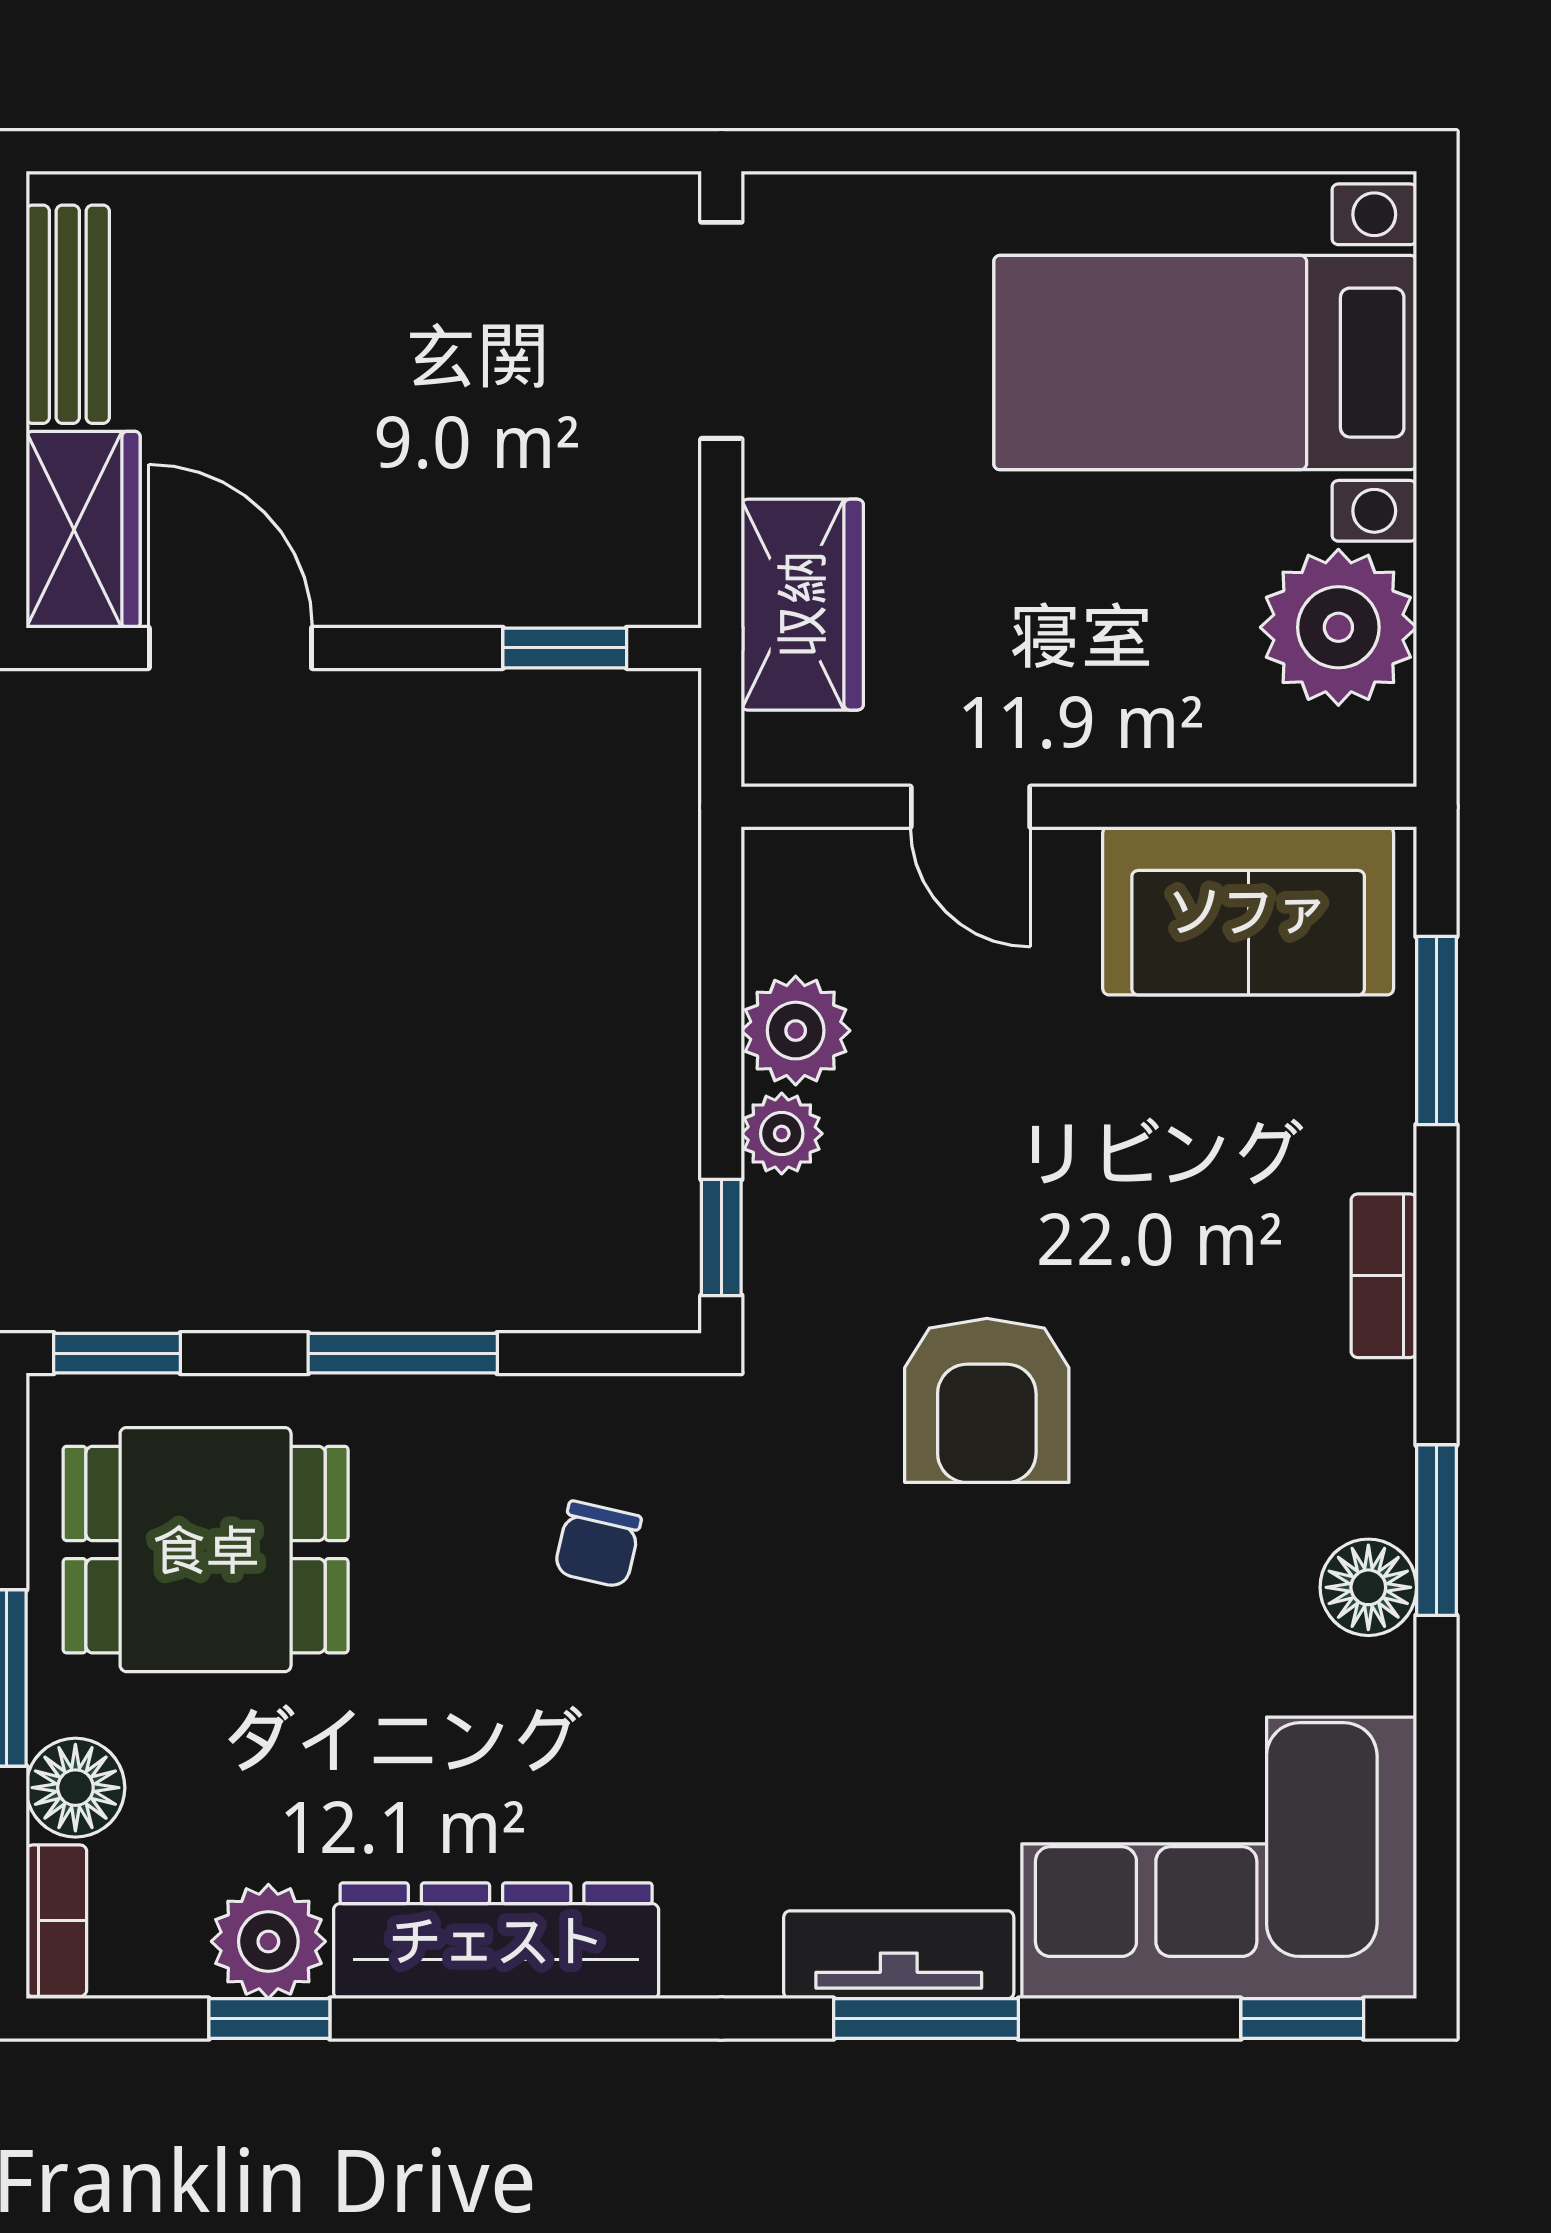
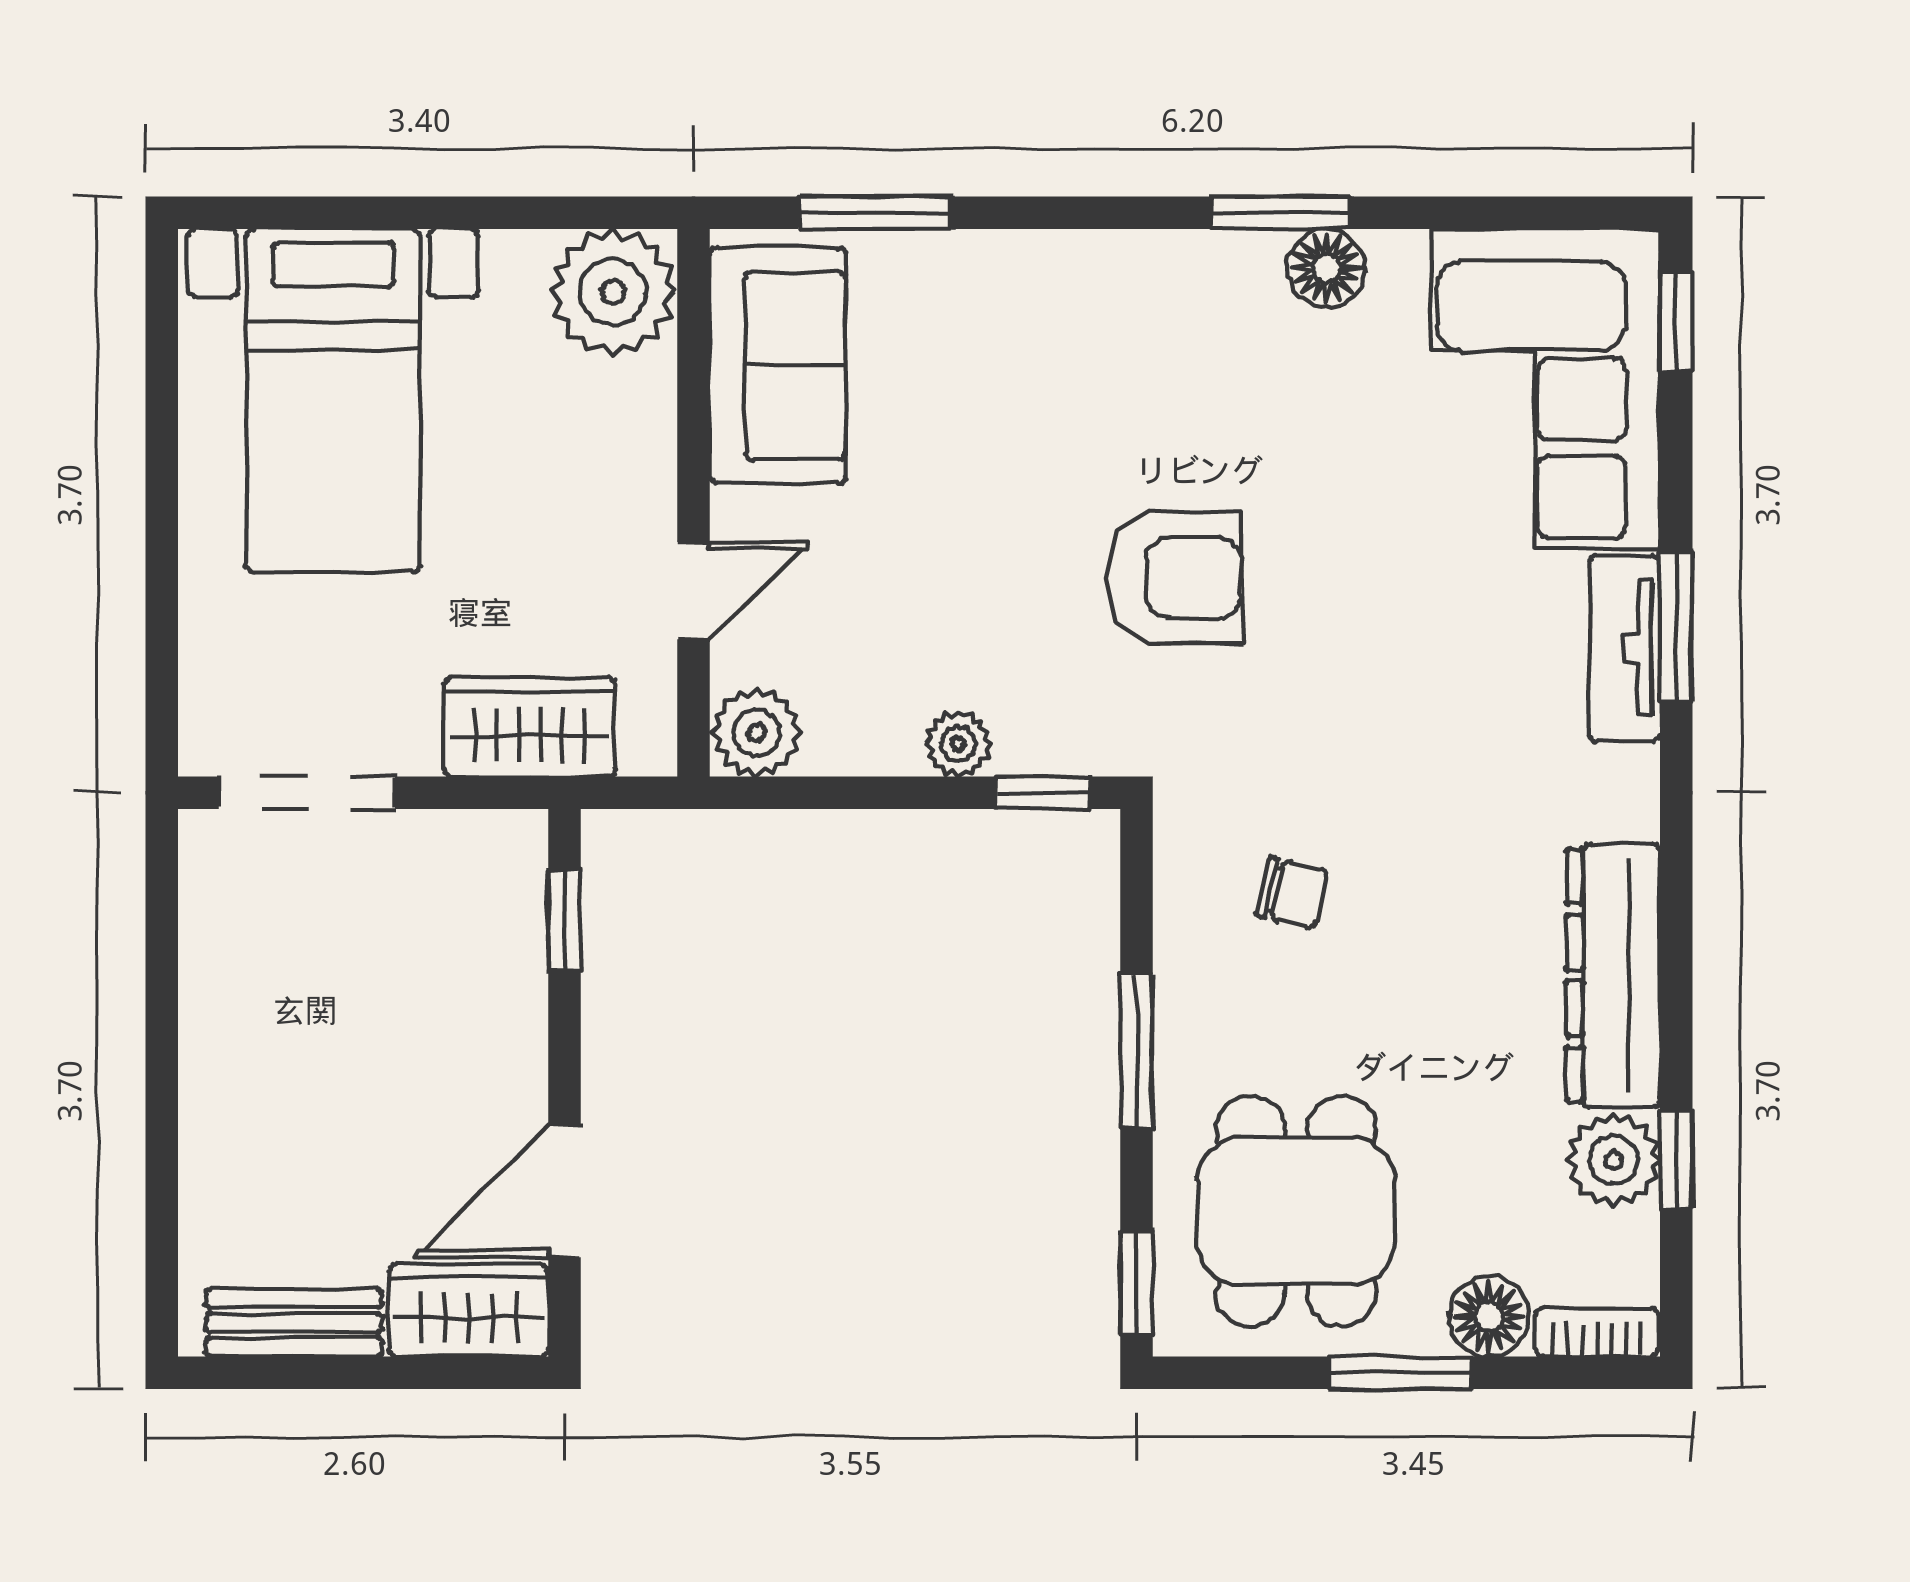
plant: (1338, 627) -> (613, 292), moved
plant: (796, 1031) -> (757, 732), moved
bookcase: (1384, 1276) -> (1074, 255), removed

